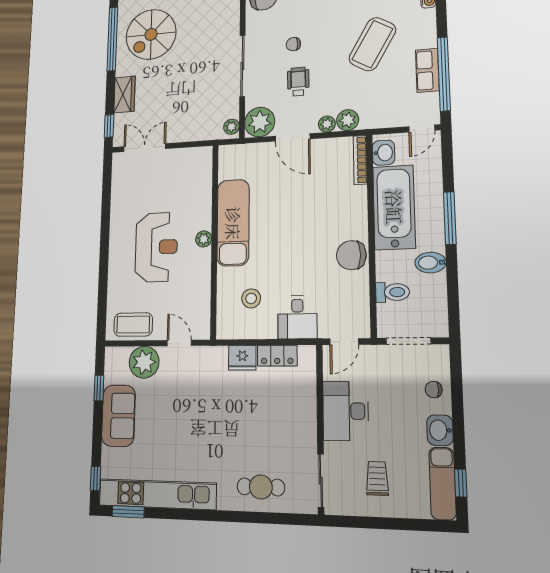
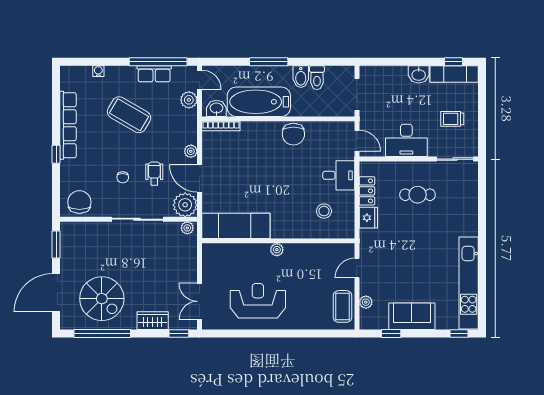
wheelchair: (298, 82) -> (154, 174), turned 90
plant: (348, 120) -> (189, 100), moved
door: (293, 137) -> (200, 178), swing flipped
exam couch: (233, 223) -> (236, 226), moved
reception desk: (156, 247) -> (258, 301), moved
toilet: (393, 292) -> (317, 78), moved, turned 180
plant: (144, 362) -> (366, 302), width x0.53, depth x0.53
chair: (434, 390) -> (391, 78), removed
cafe table: (261, 487) -> (418, 195), moved, turned 90
window: (128, 512) -> (482, 306), removed

